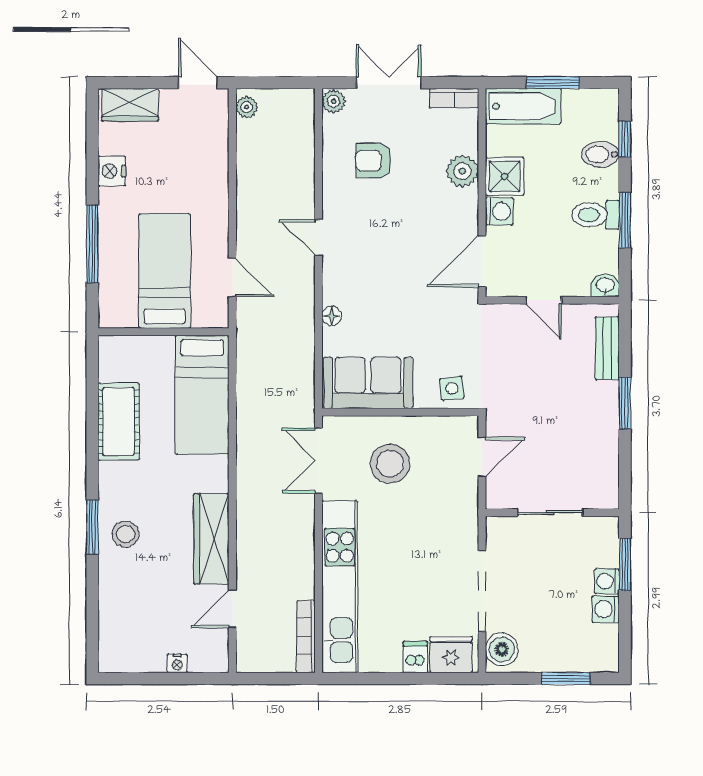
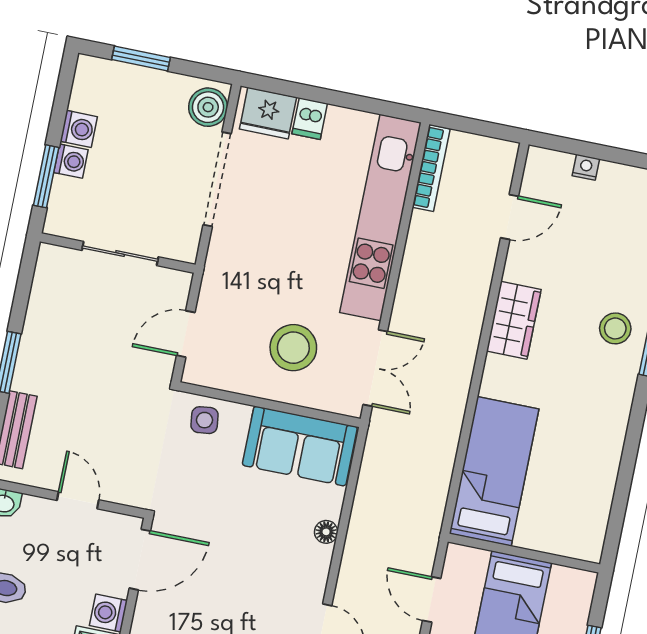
cot: (119, 422) -> (597, 460), removed
wardrobe: (211, 539) -> (514, 320), width x0.67

